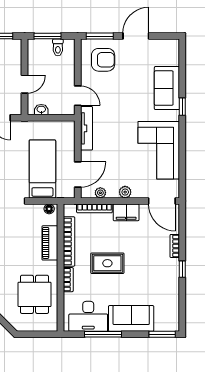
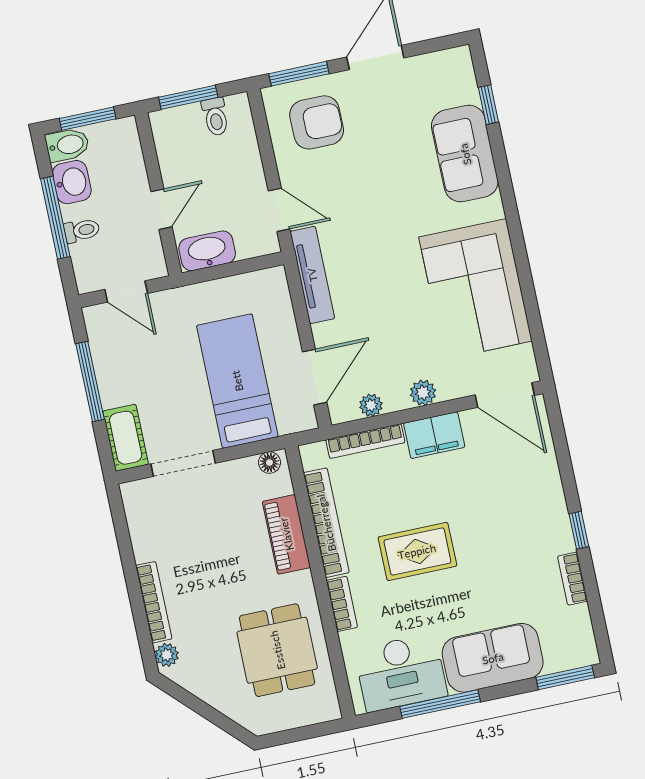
window: (182, 107) -> (488, 105), moved
washbasin: (41, 110) -> (207, 251), width x1.91, depth x1.45
bookcase: (175, 246) -> (572, 579), moved

